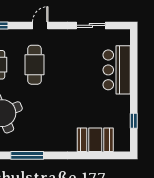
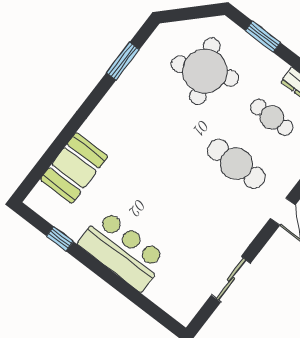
bar counter: (117, 70) -> (123, 251), moved
window: (27, 155) -> (123, 61), width x0.69

